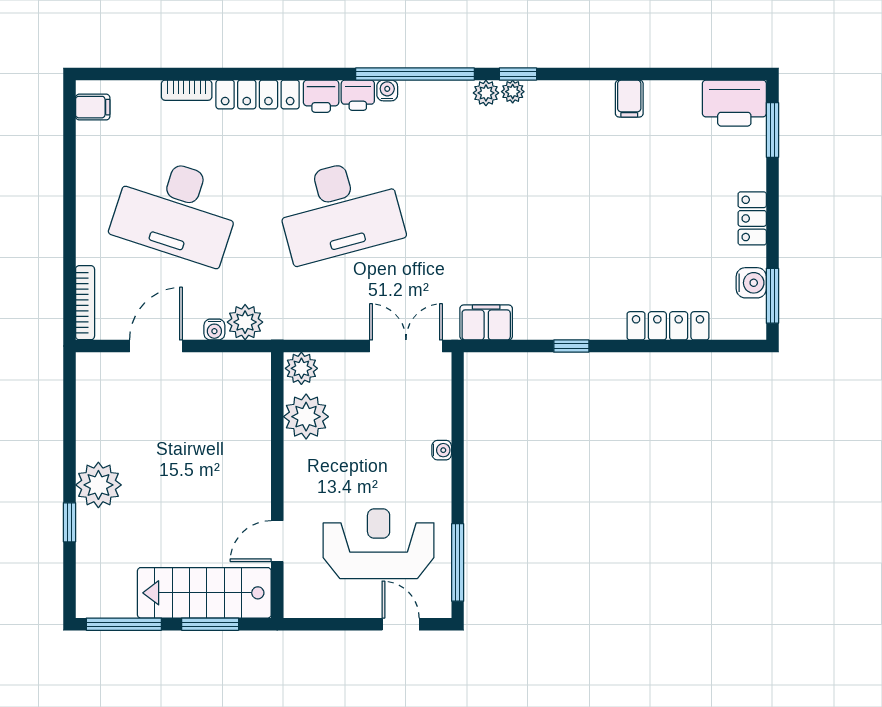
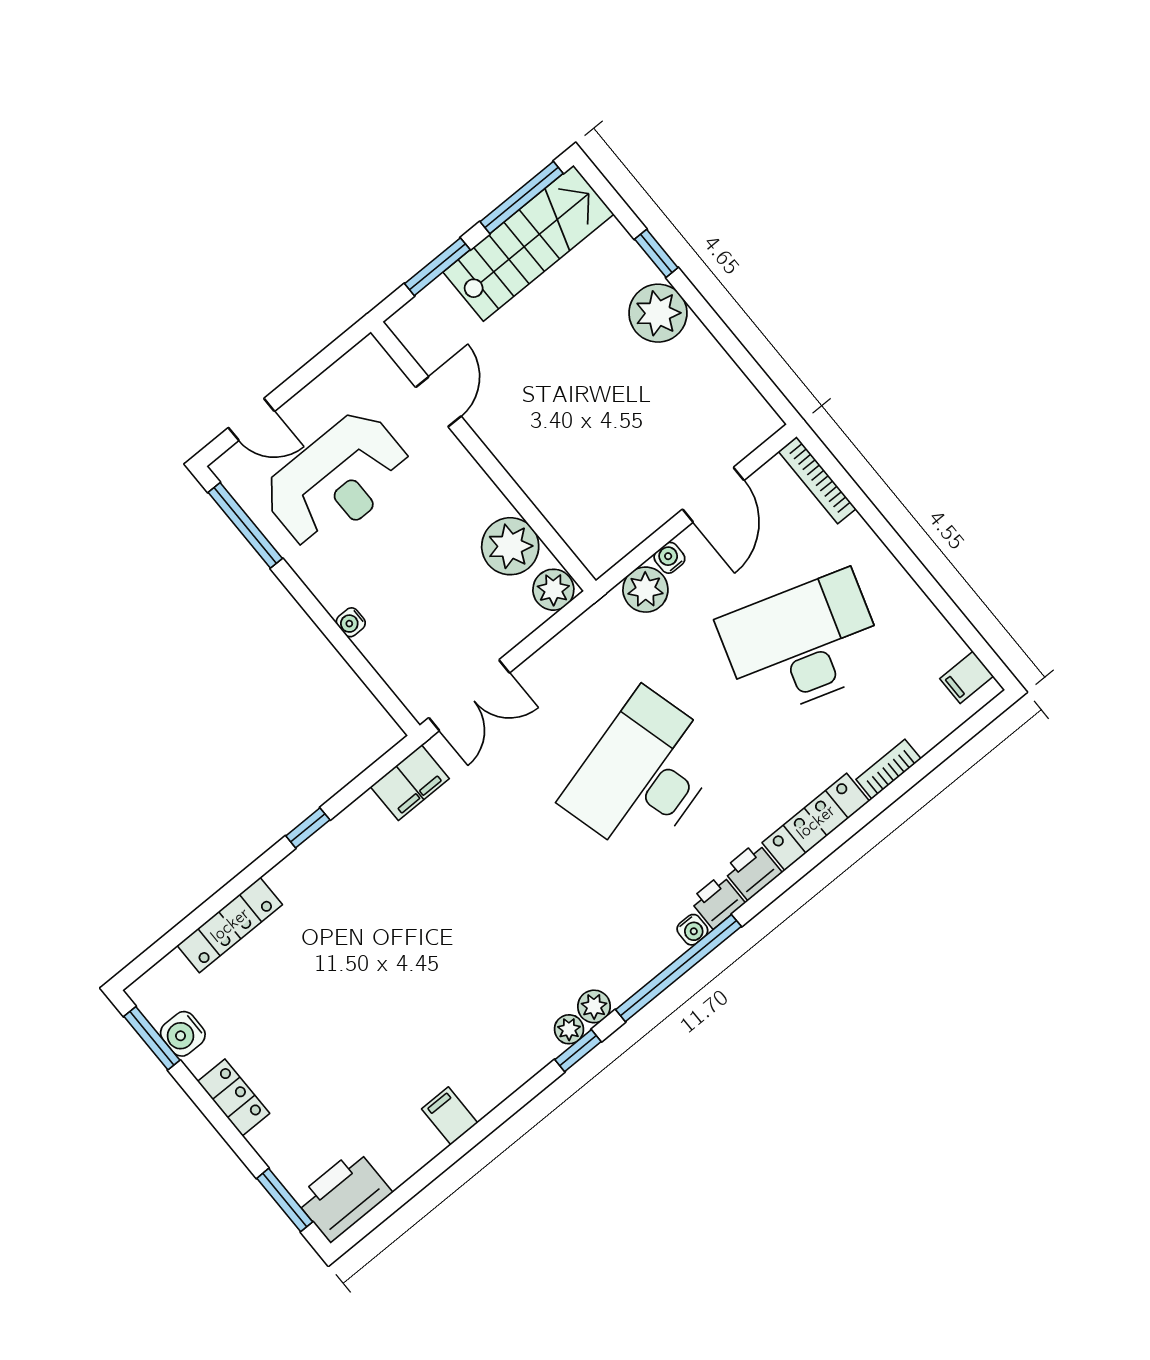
stairs: (204, 593) -> (529, 243), moved

